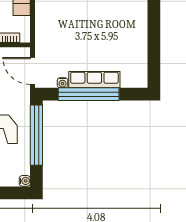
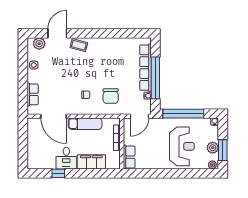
chair: (62, 29) -> (111, 96), added
row of seats: (94, 80) -> (145, 68), width x1.36

